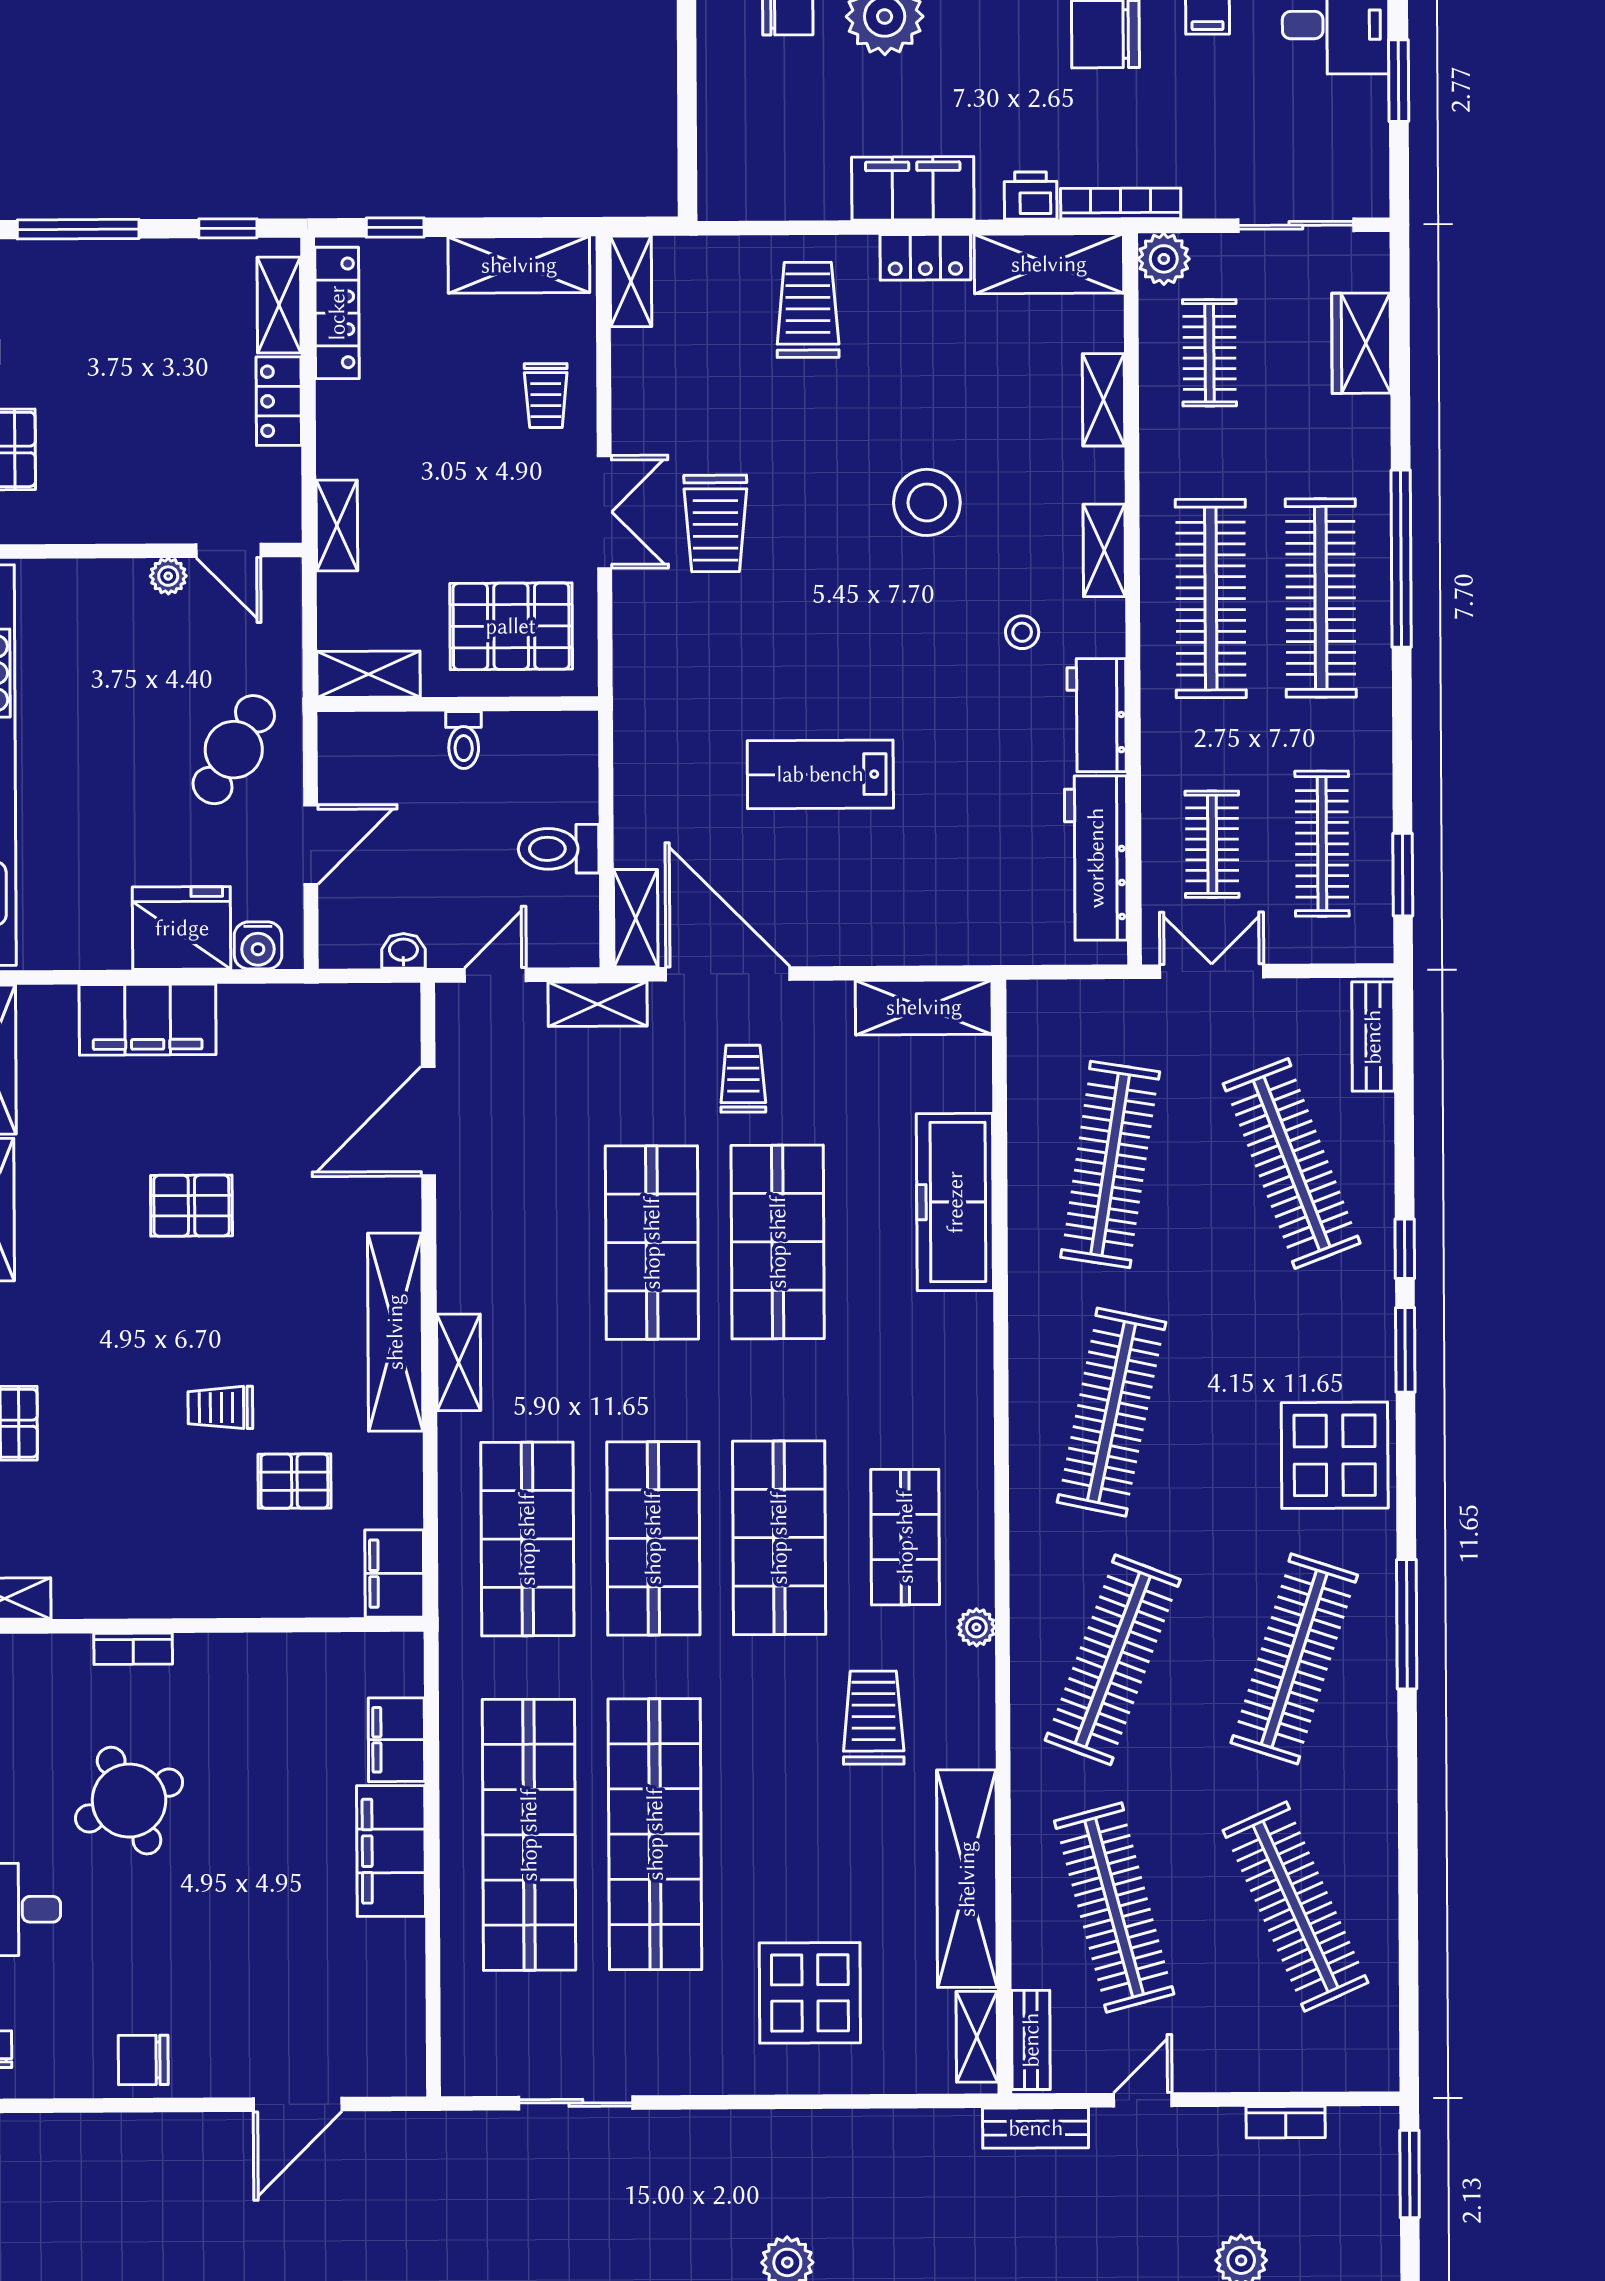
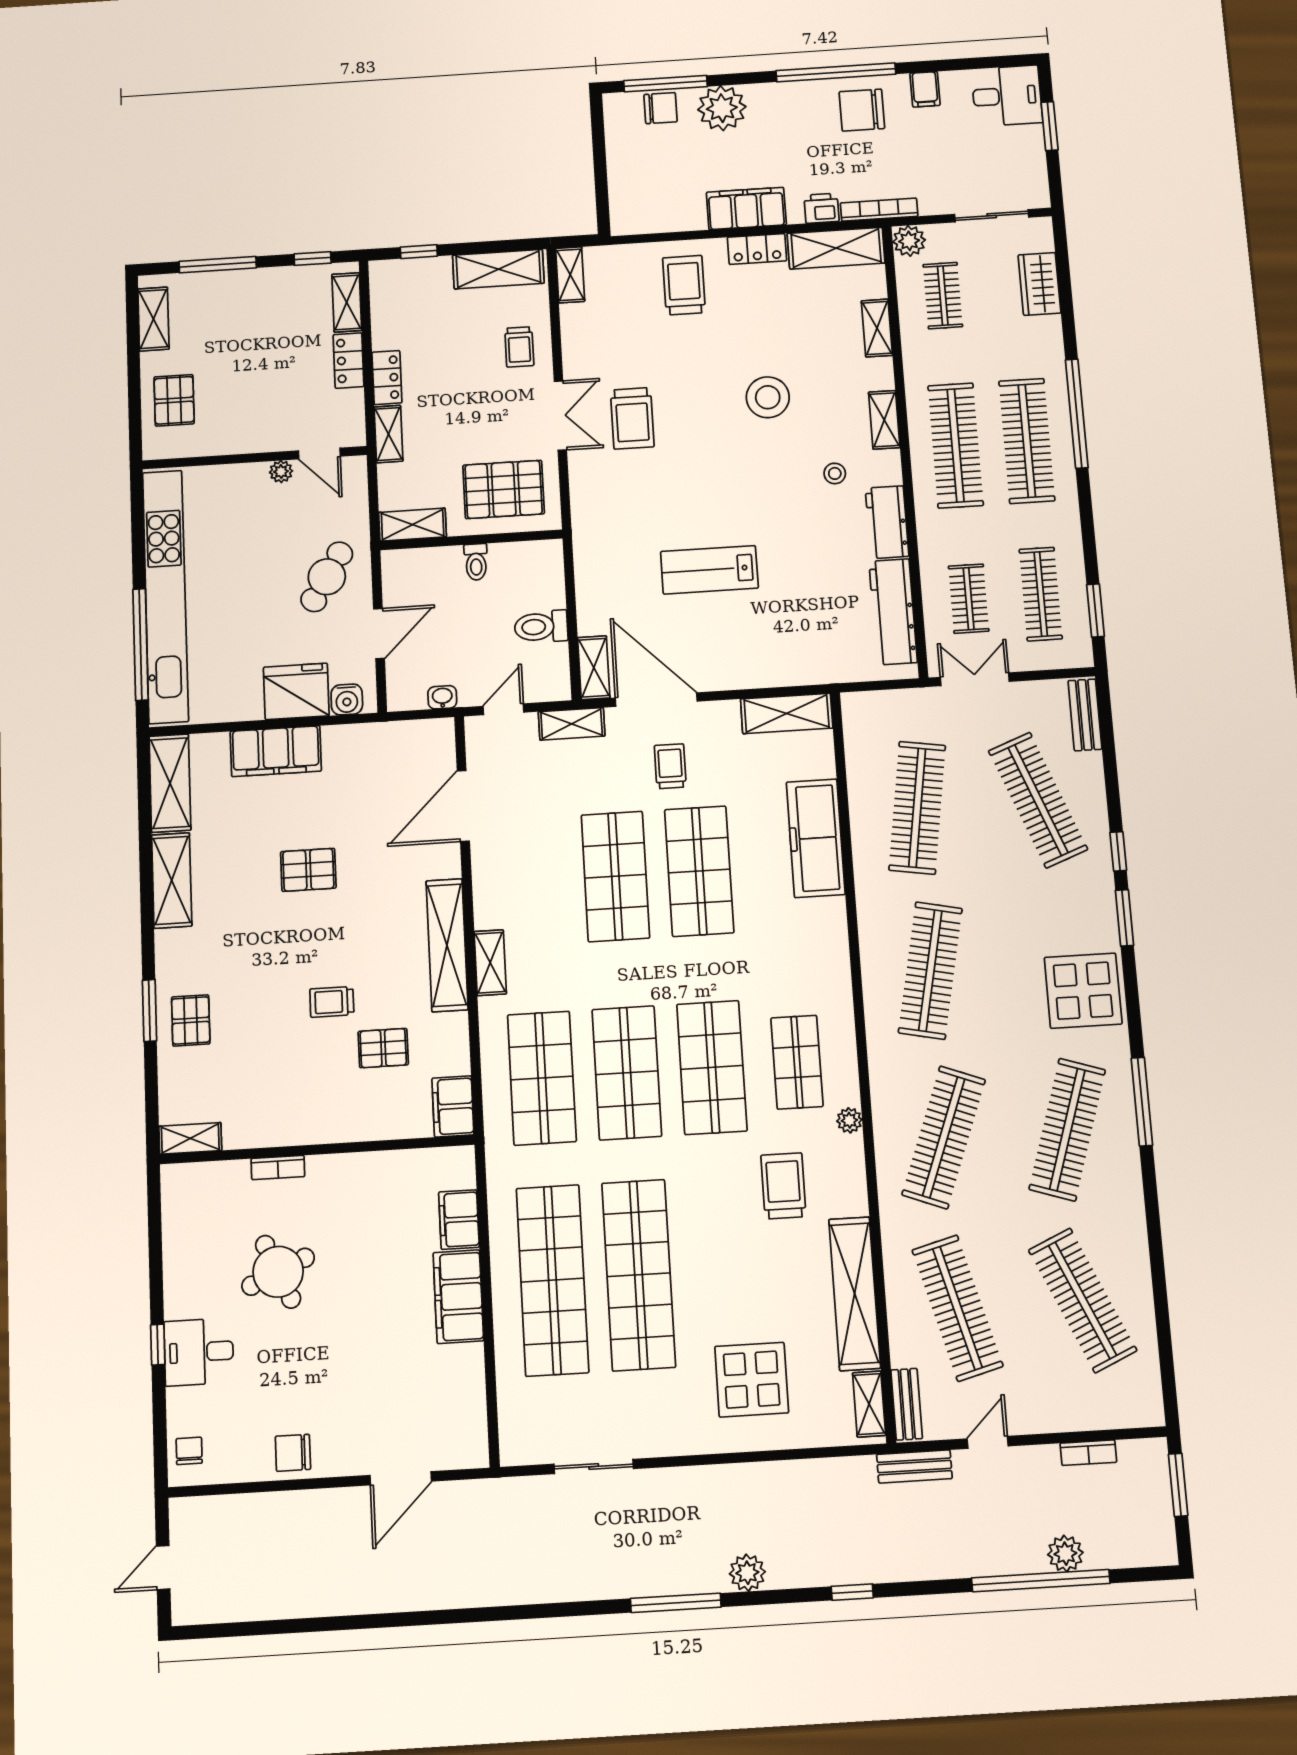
locker: (337, 313) -> (387, 378), moved, width x0.66

